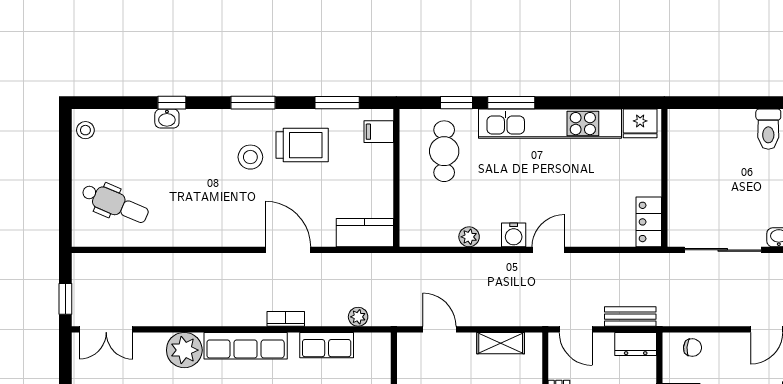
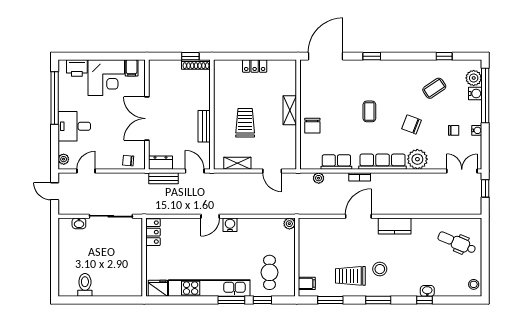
kitchen counter: (365, 233) -> (395, 226), moved
plant: (469, 237) -> (289, 224), moved
door: (288, 250) -> (358, 216), swing flipped

